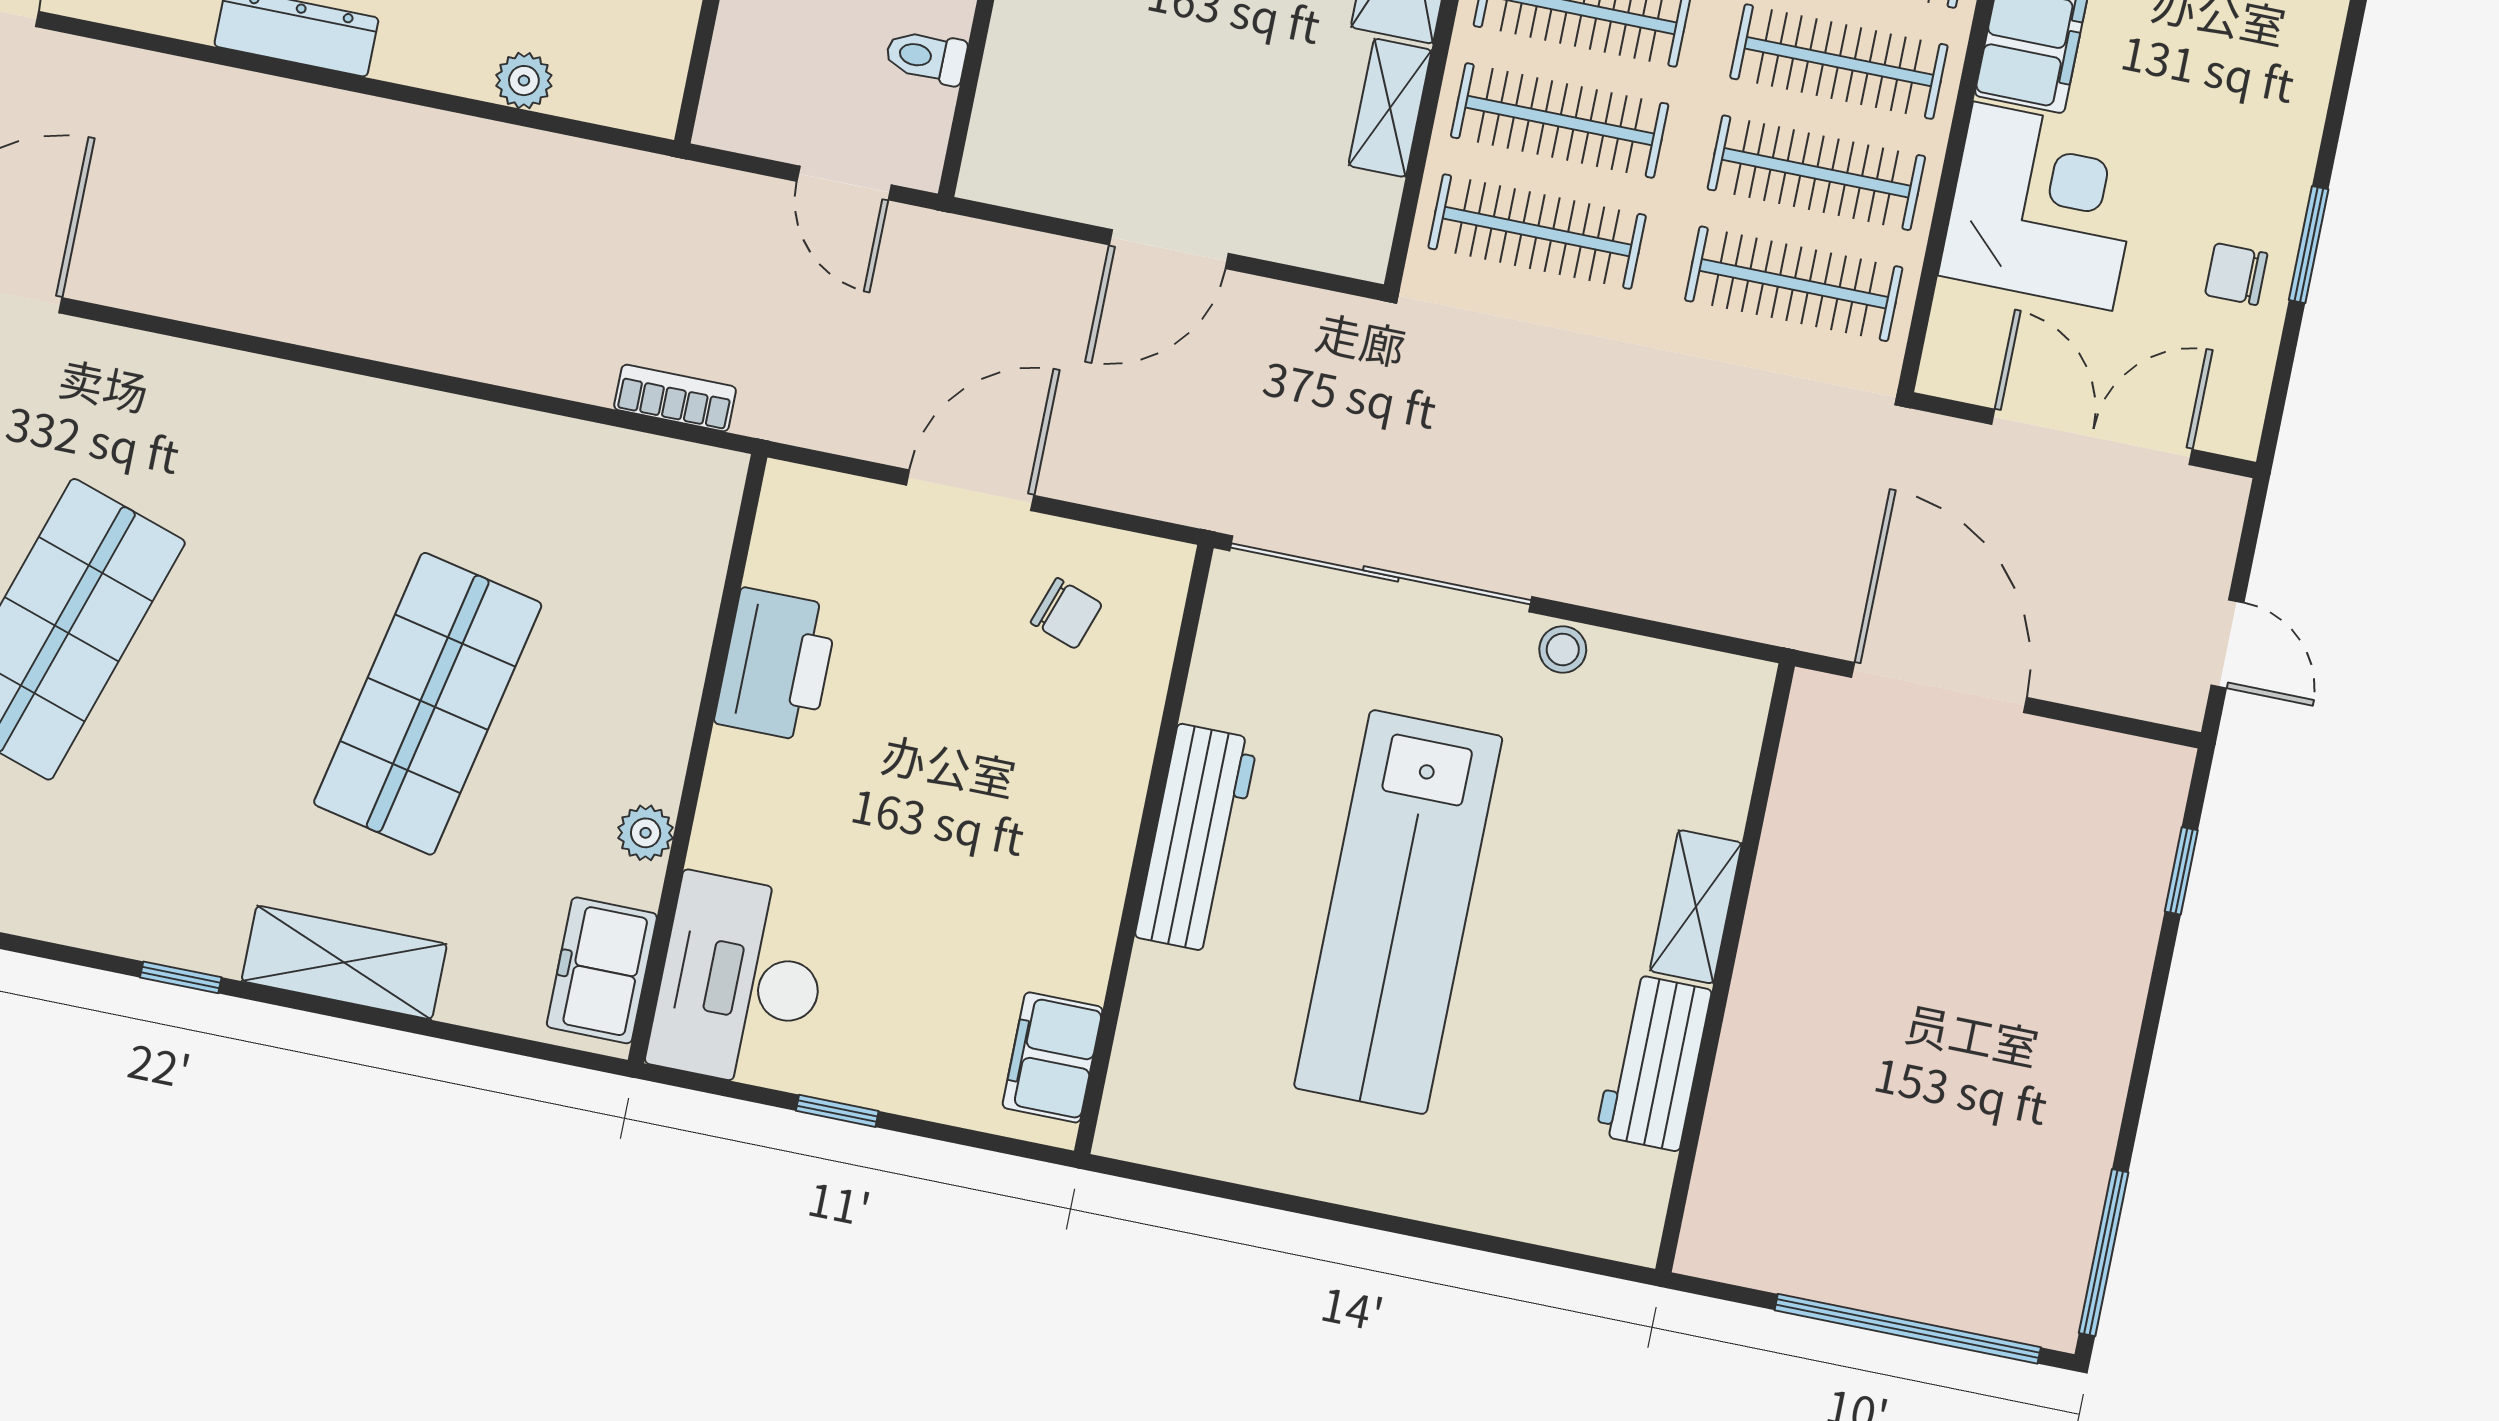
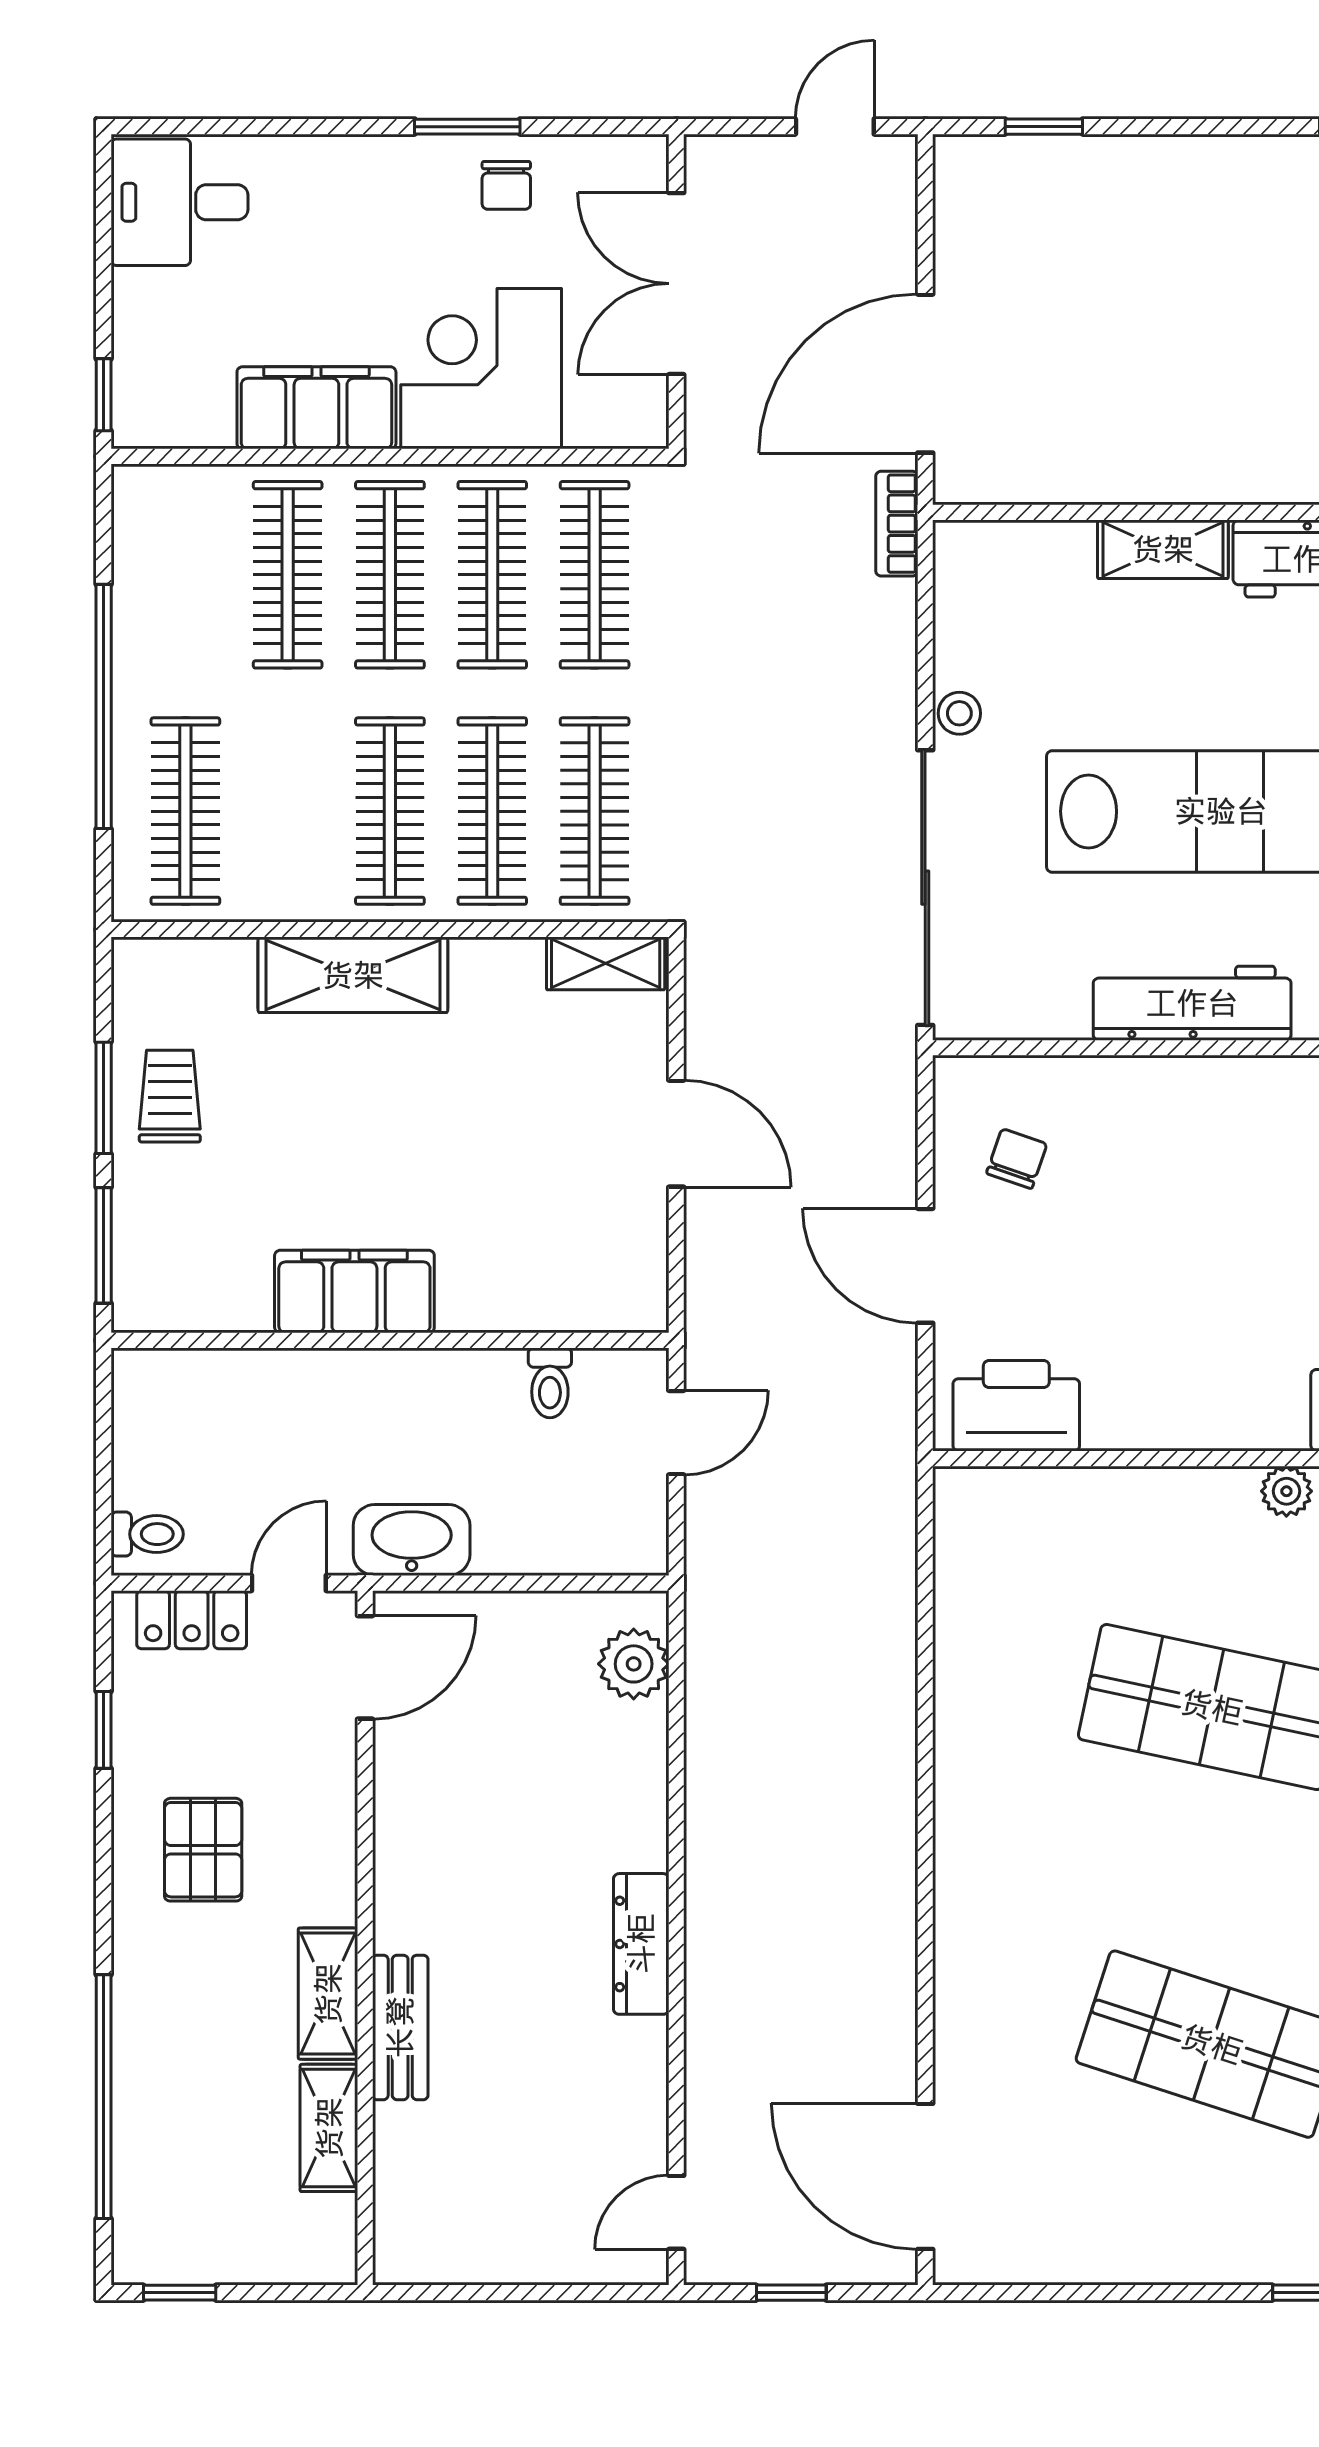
plant: (524, 81) -> (634, 1664), moved, width x1.38, depth x1.38
shelving: (1390, 108) -> (606, 963), moved
bookcase: (675, 398) -> (897, 524), moved
printer: (776, 665) -> (1016, 1406), moved

